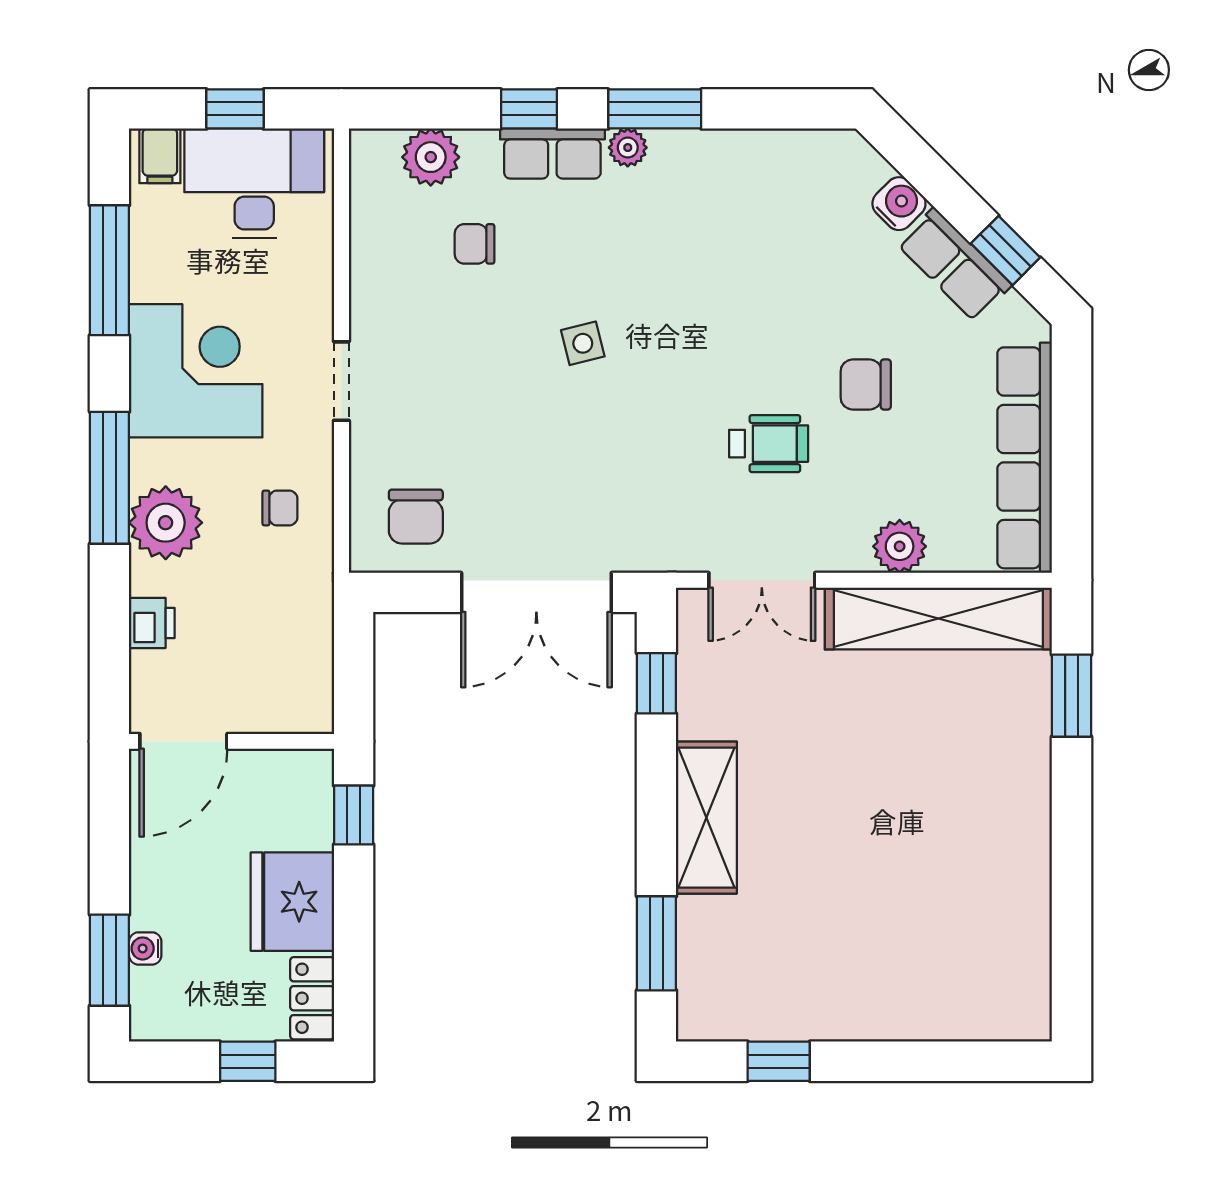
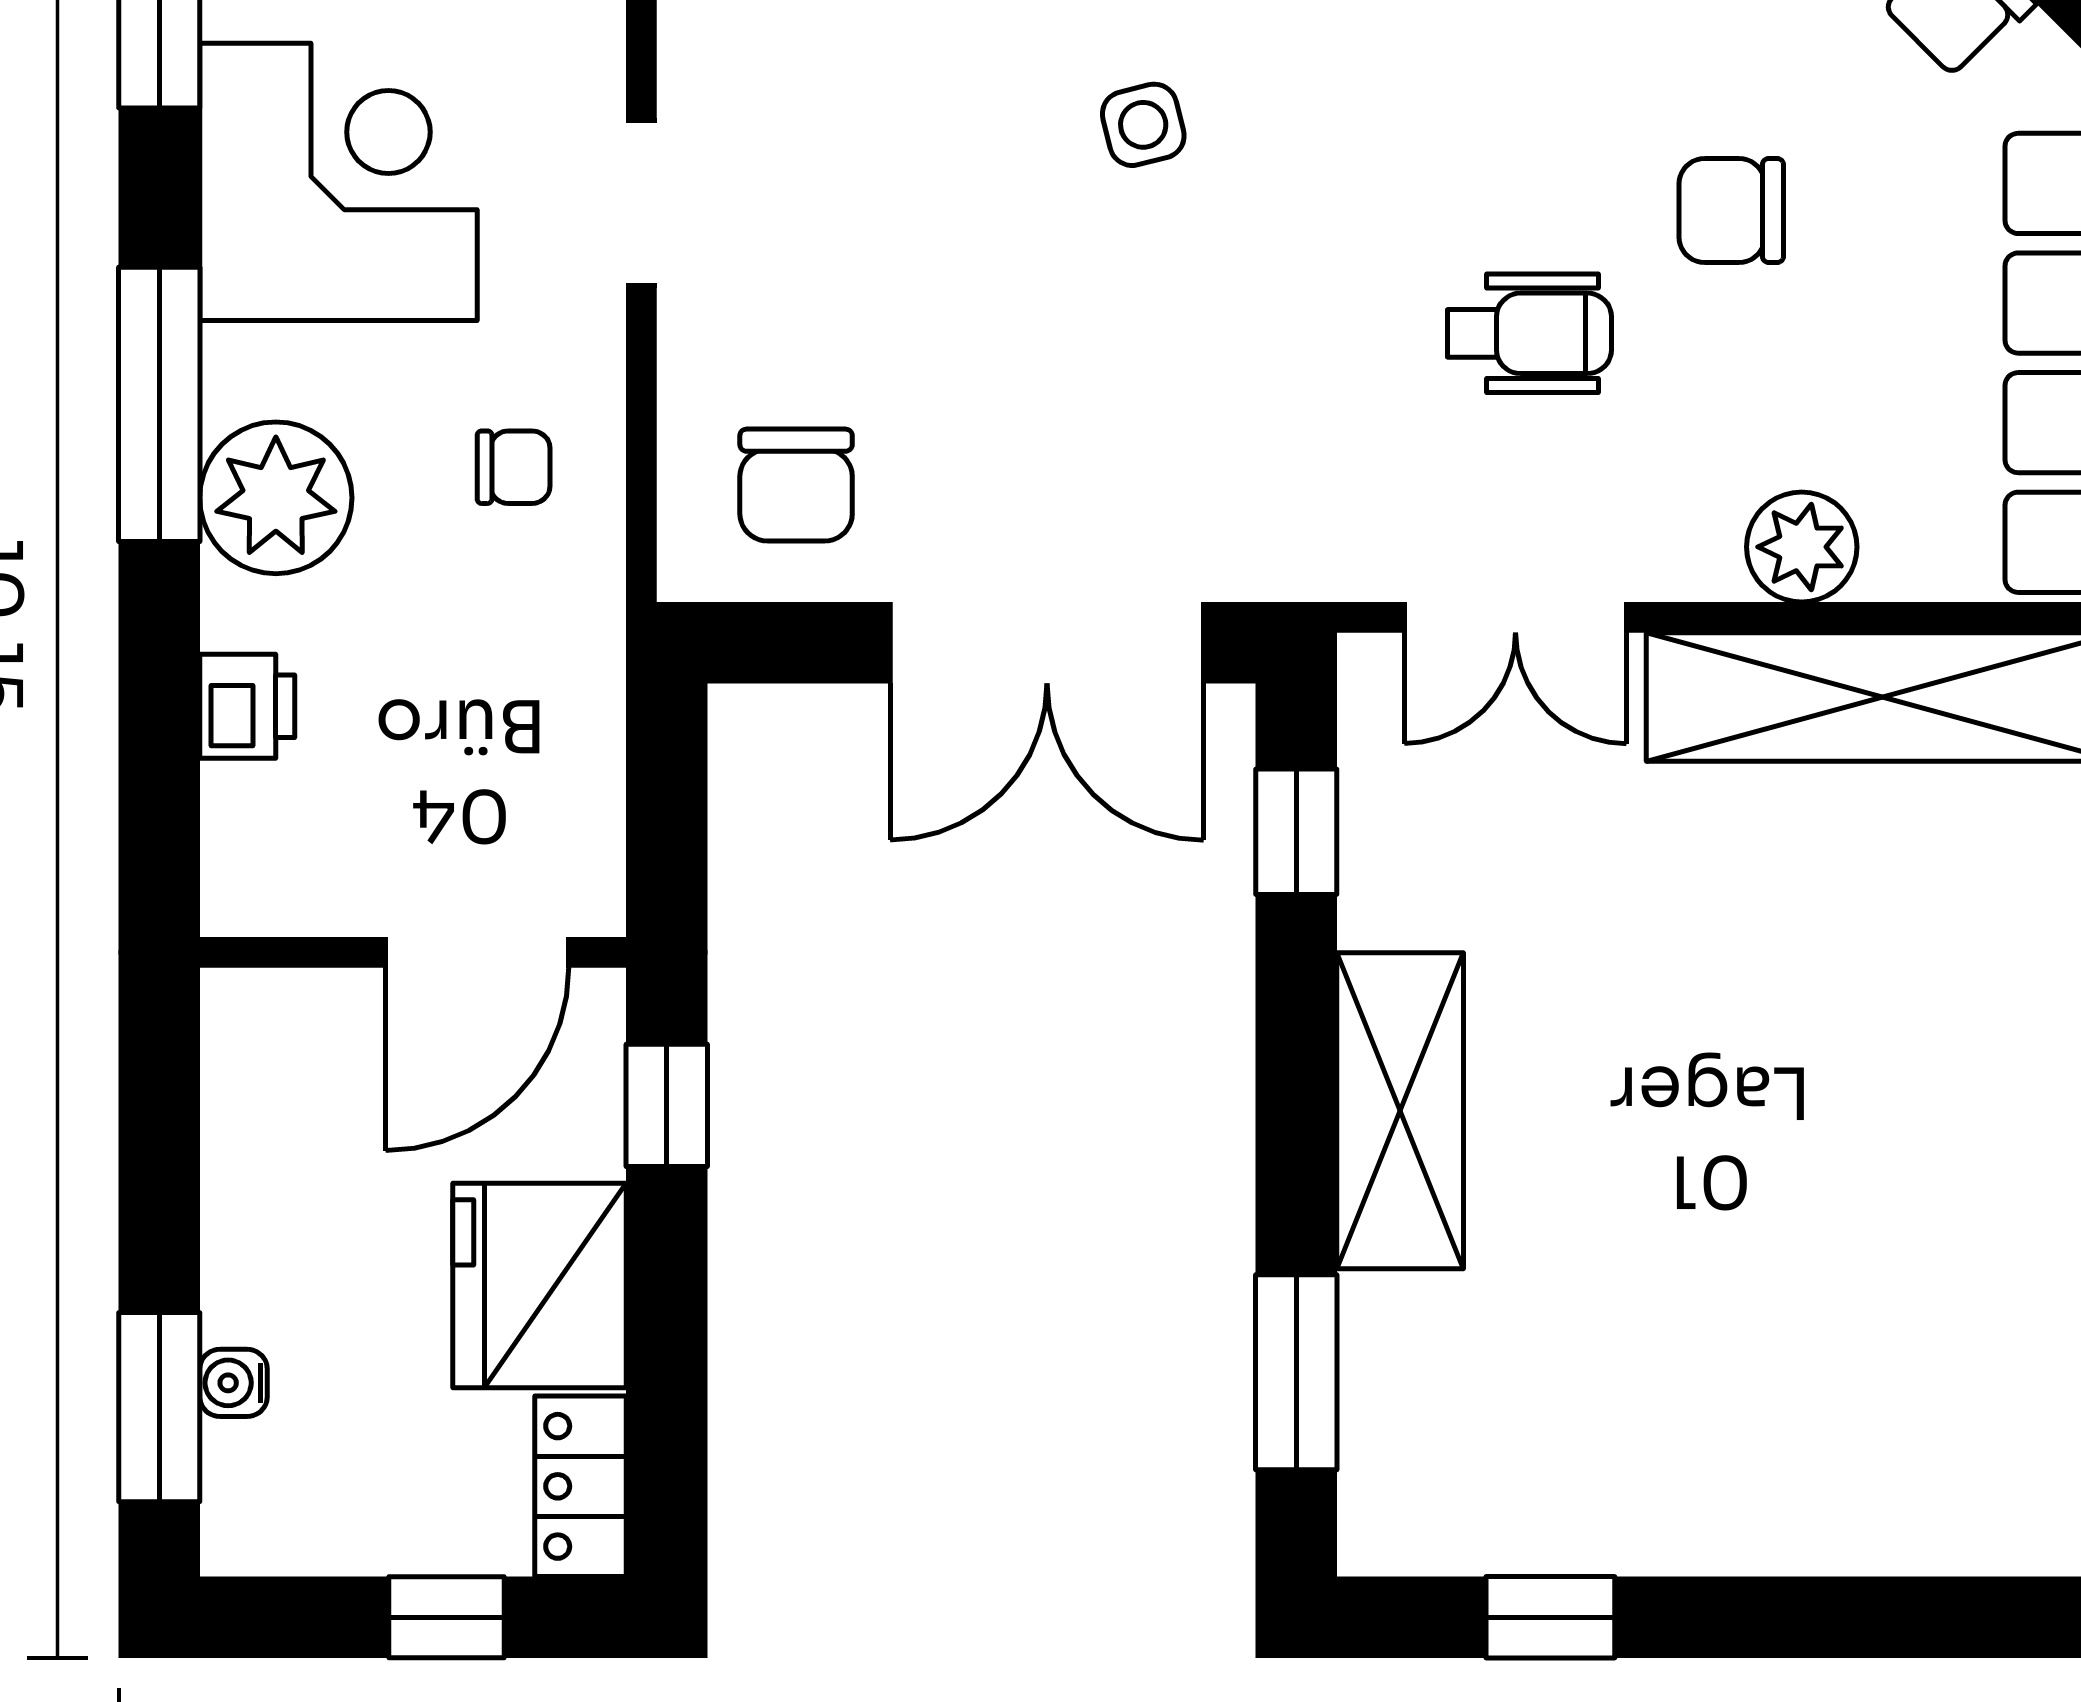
door: (183, 741) -> (477, 952), moved

